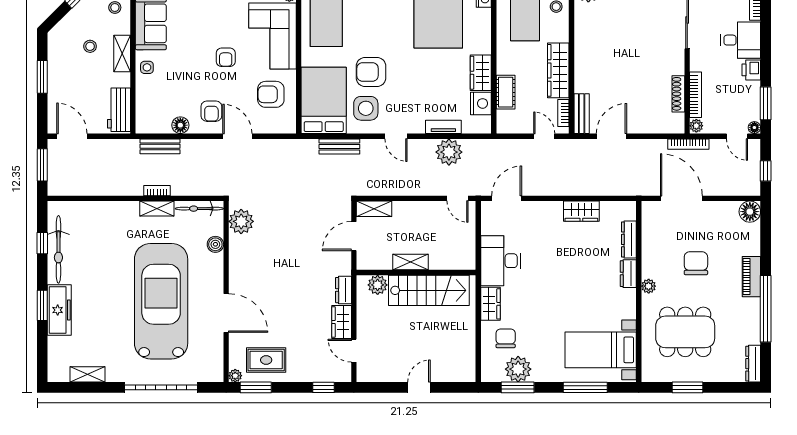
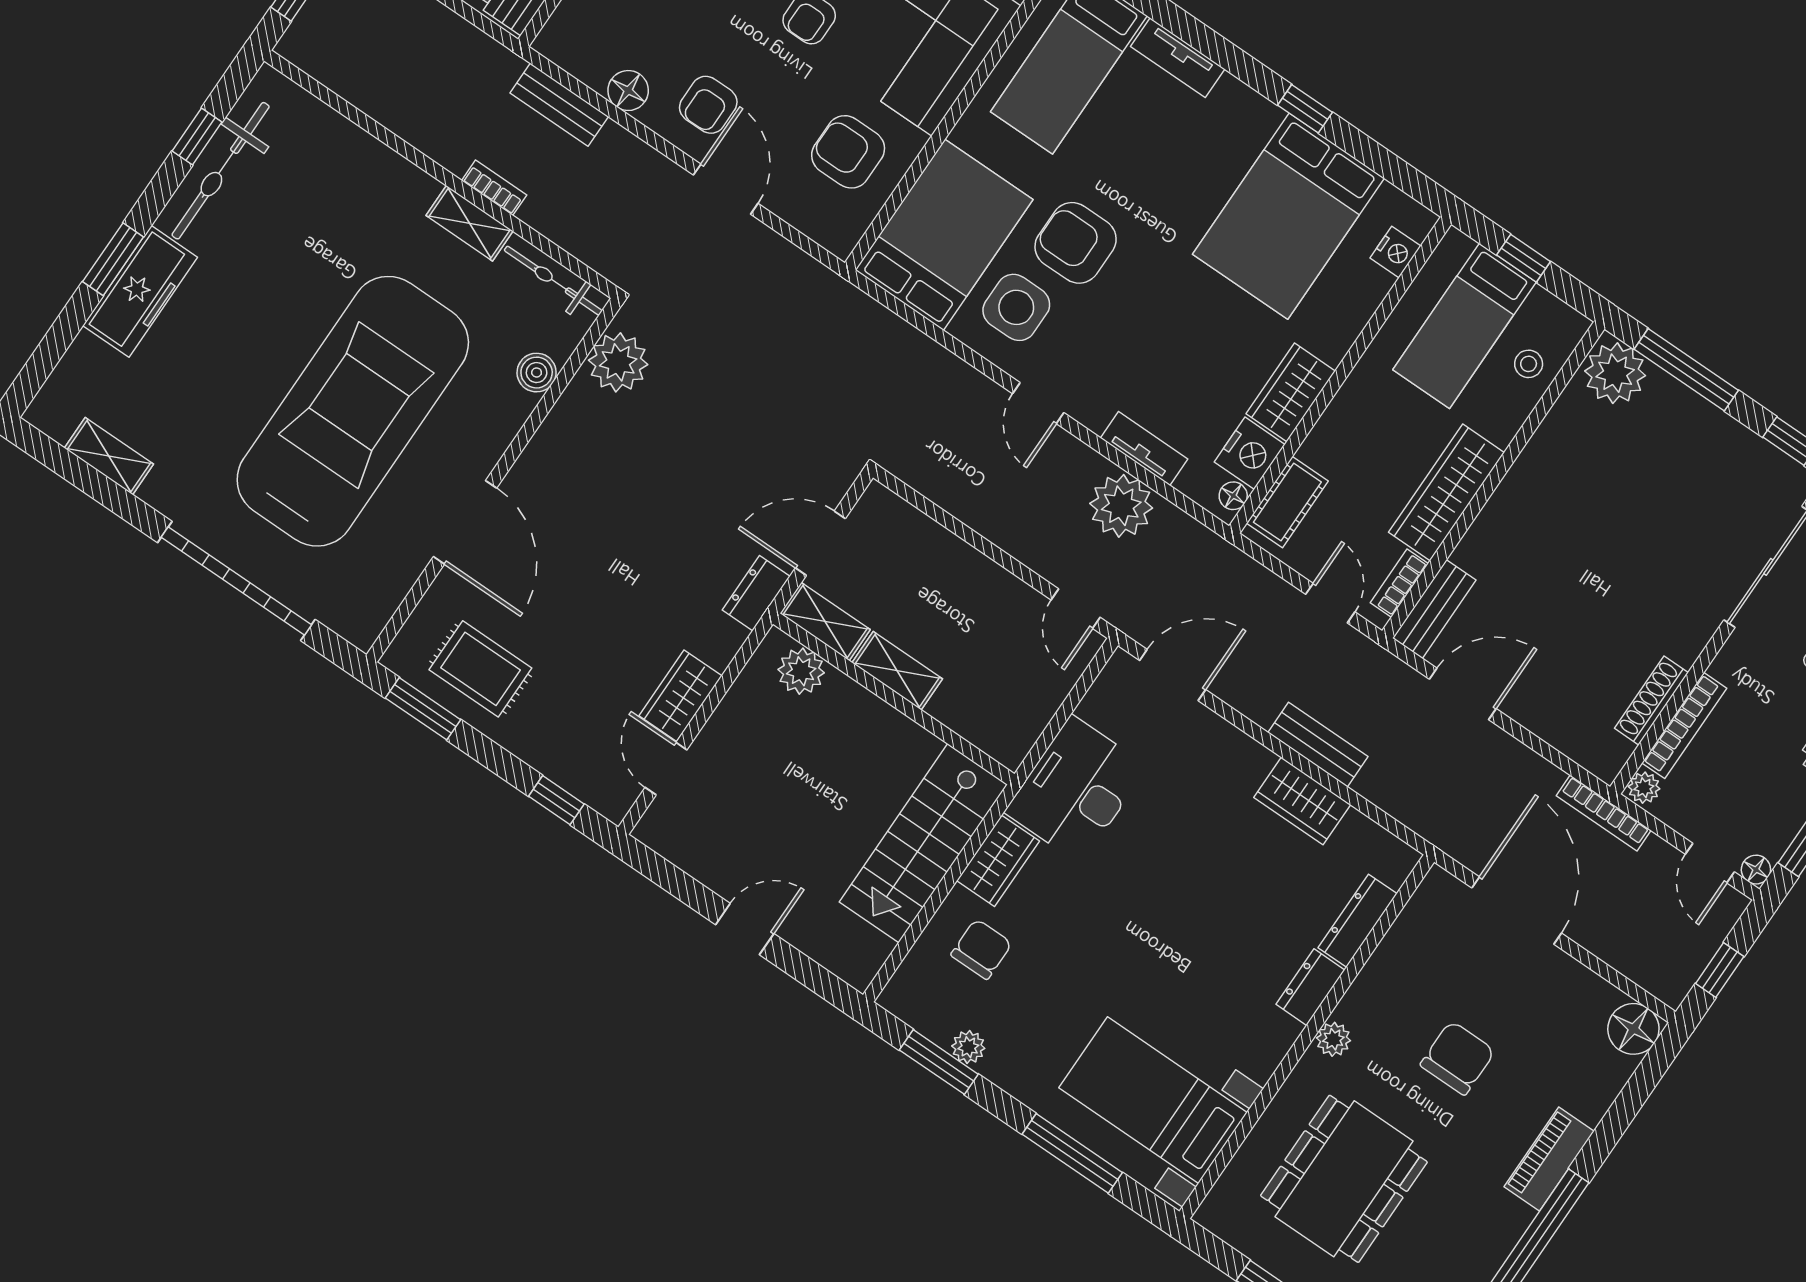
cot: (506, 92) -> (1287, 502), moved
floor lamp: (485, 122) -> (1233, 496), added
bench: (339, 147) -> (1318, 745), moved
shelving: (374, 209) -> (825, 622), moved
dresser: (344, 290) -> (756, 593), moved
stairs: (429, 290) -> (923, 843), moved, turned 90
dining table: (685, 332) -> (1344, 1179), turned 90
plant: (518, 369) -> (968, 1047), width x0.53, depth x0.53
plant: (235, 376) -> (398, 658), removed

